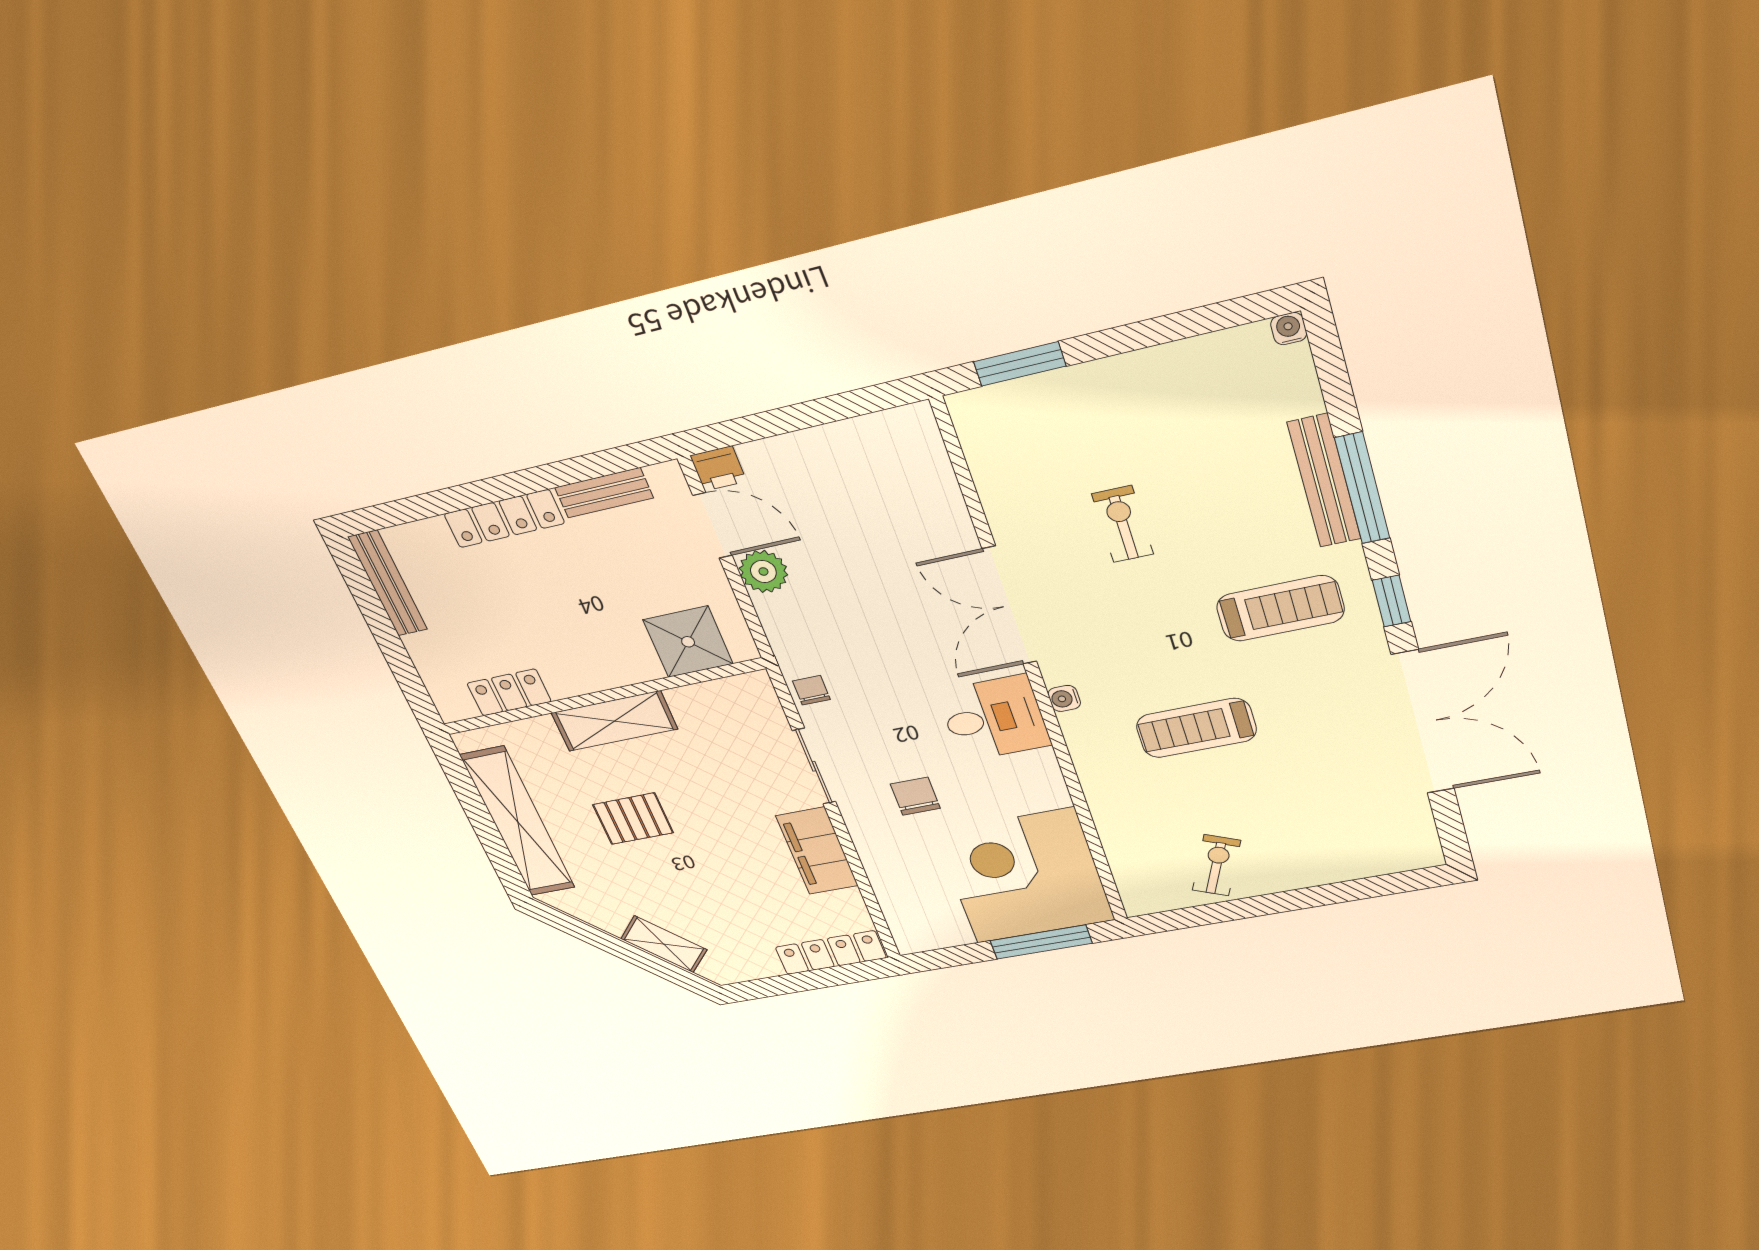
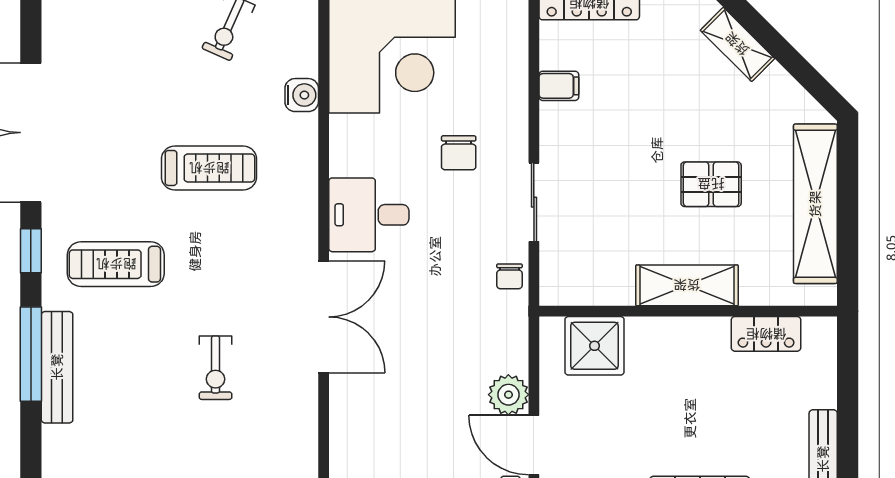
water cooler: (1064, 698) -> (302, 95), moved, width x1.38, depth x1.38
filing cabinet: (817, 851) -> (559, 86), width x0.33, depth x0.86

